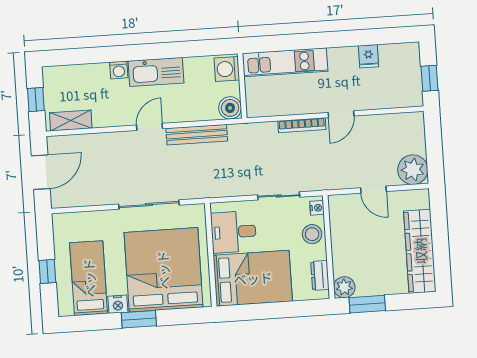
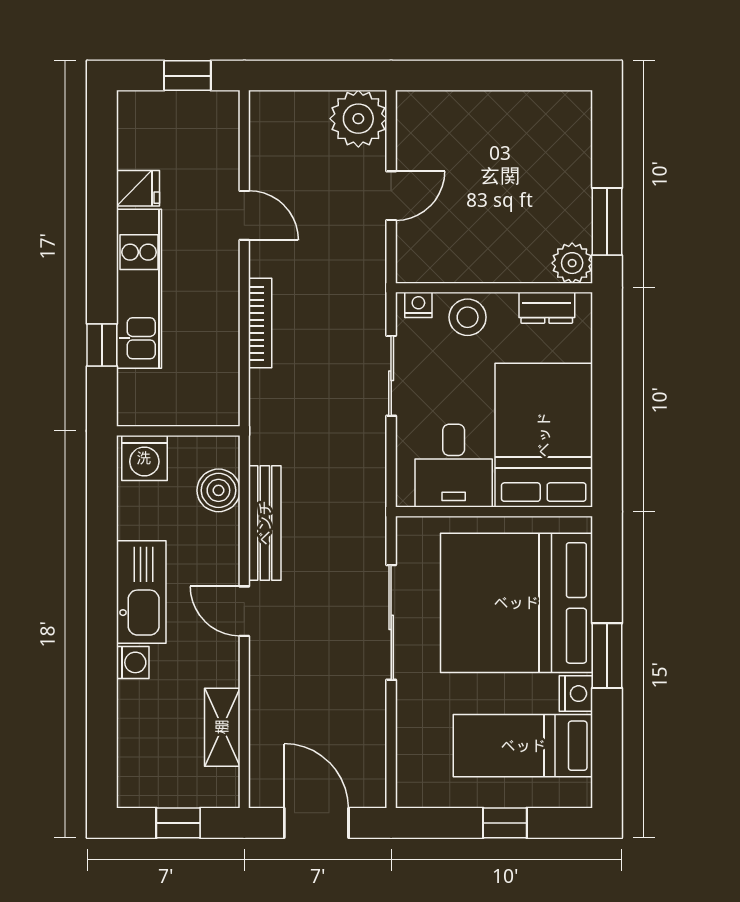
window: (285, 43) -> (102, 345), added
kitchen unit: (285, 62) -> (139, 289), moved
boiler: (230, 108) -> (218, 490), moved
door: (341, 114) -> (244, 215), moved
shelving: (71, 121) -> (222, 727), moved
wardrobe: (420, 251) -> (514, 116), removed

